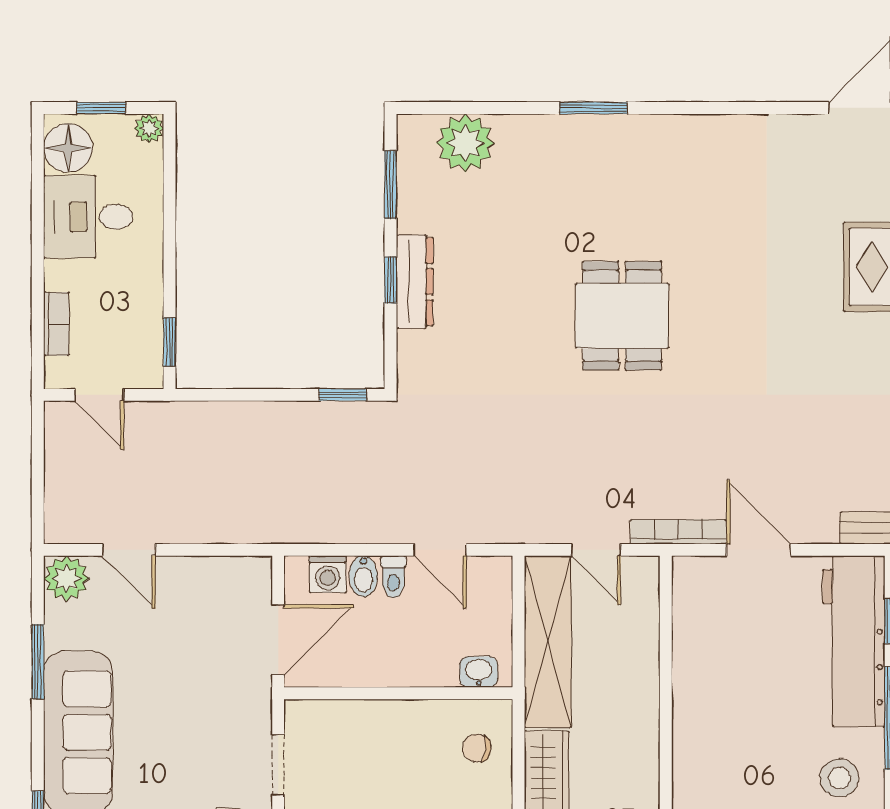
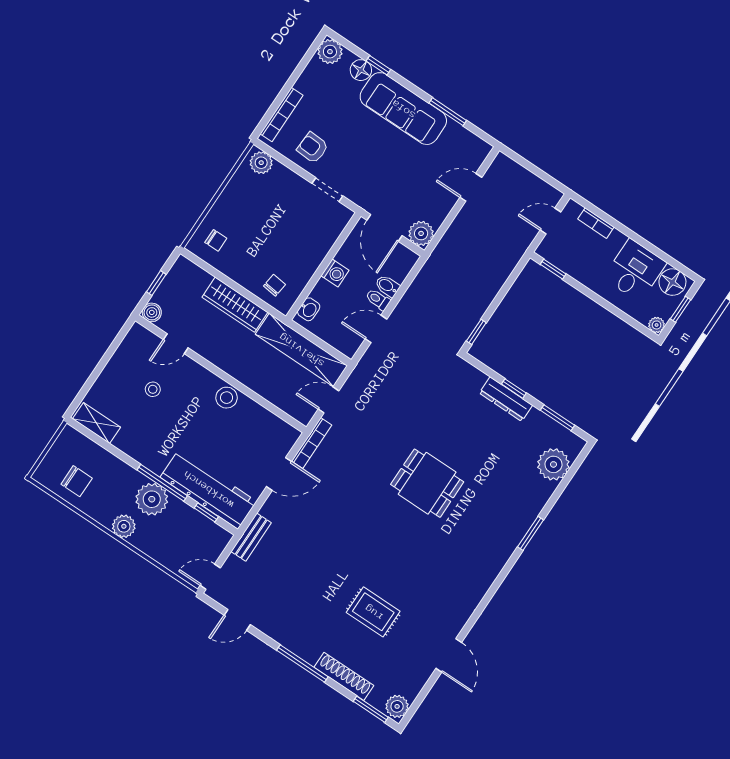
washing machine: (328, 574) -> (335, 273), moved, turned 180
plant: (66, 578) -> (421, 233), moved
stool: (839, 778) -> (227, 398), moved

